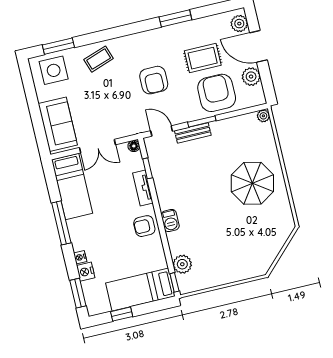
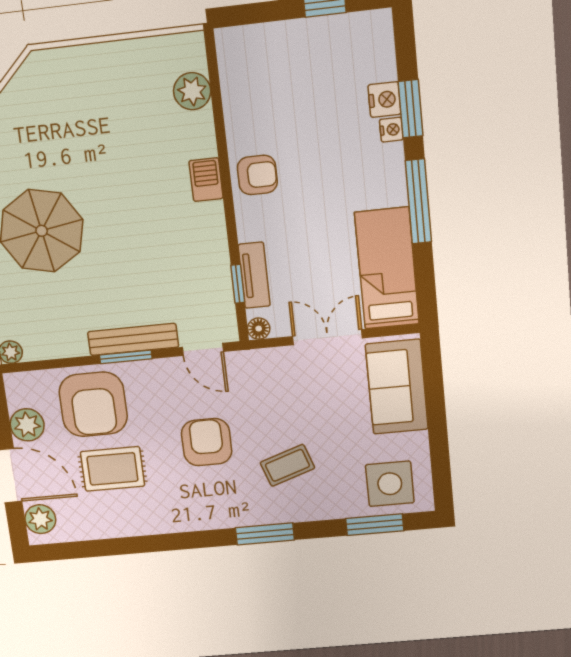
window: (175, 18) -> (265, 534), moved
coffee table: (99, 59) -> (287, 465), moved
bench: (193, 133) -> (133, 339), width x1.36
tv unit: (143, 188) -> (254, 275), moved
window: (174, 282) -> (212, 57), removed
bed: (140, 290) -> (281, 50), removed
window: (78, 293) -> (411, 109), moved

